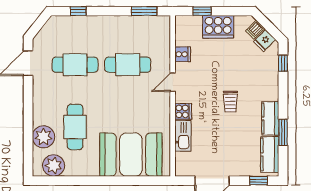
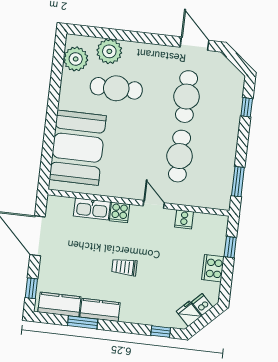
cooker: (218, 27) -> (213, 268), width x0.73, depth x0.76

